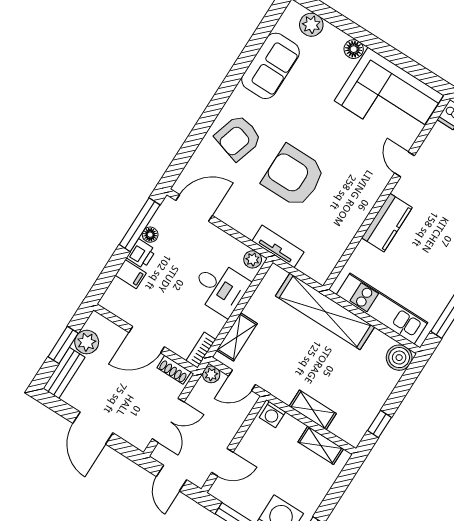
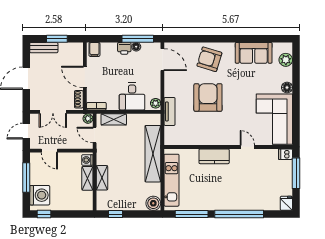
door: (405, 164) -> (247, 147), hinge flipped
filing cabinet: (131, 274) -> (94, 49), moved
plant: (87, 342) -> (65, 49), removed
shelving: (321, 445) -> (87, 178), moved

